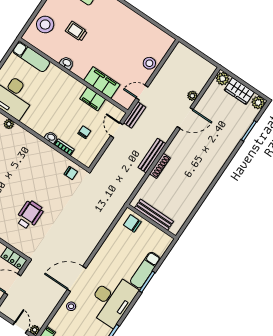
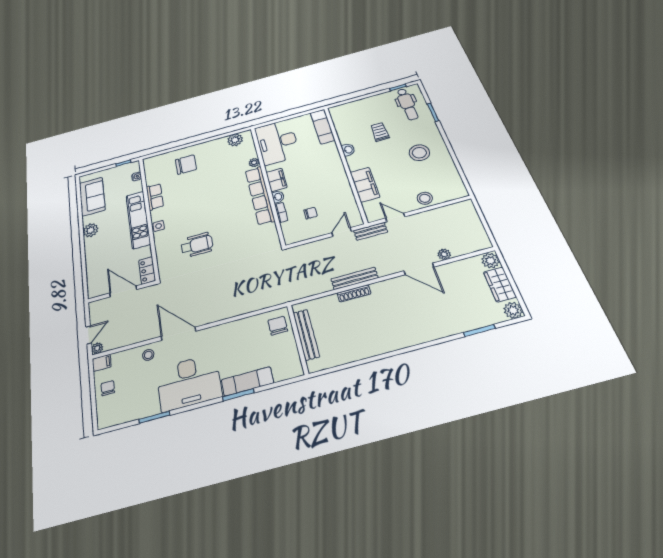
stool: (45, 25) -> (419, 153), moved
filing cabinet: (93, 99) -> (276, 180), moved, turned 180
row of seats: (37, 146) -> (260, 195), added
chair: (71, 173) -> (266, 237), removed

